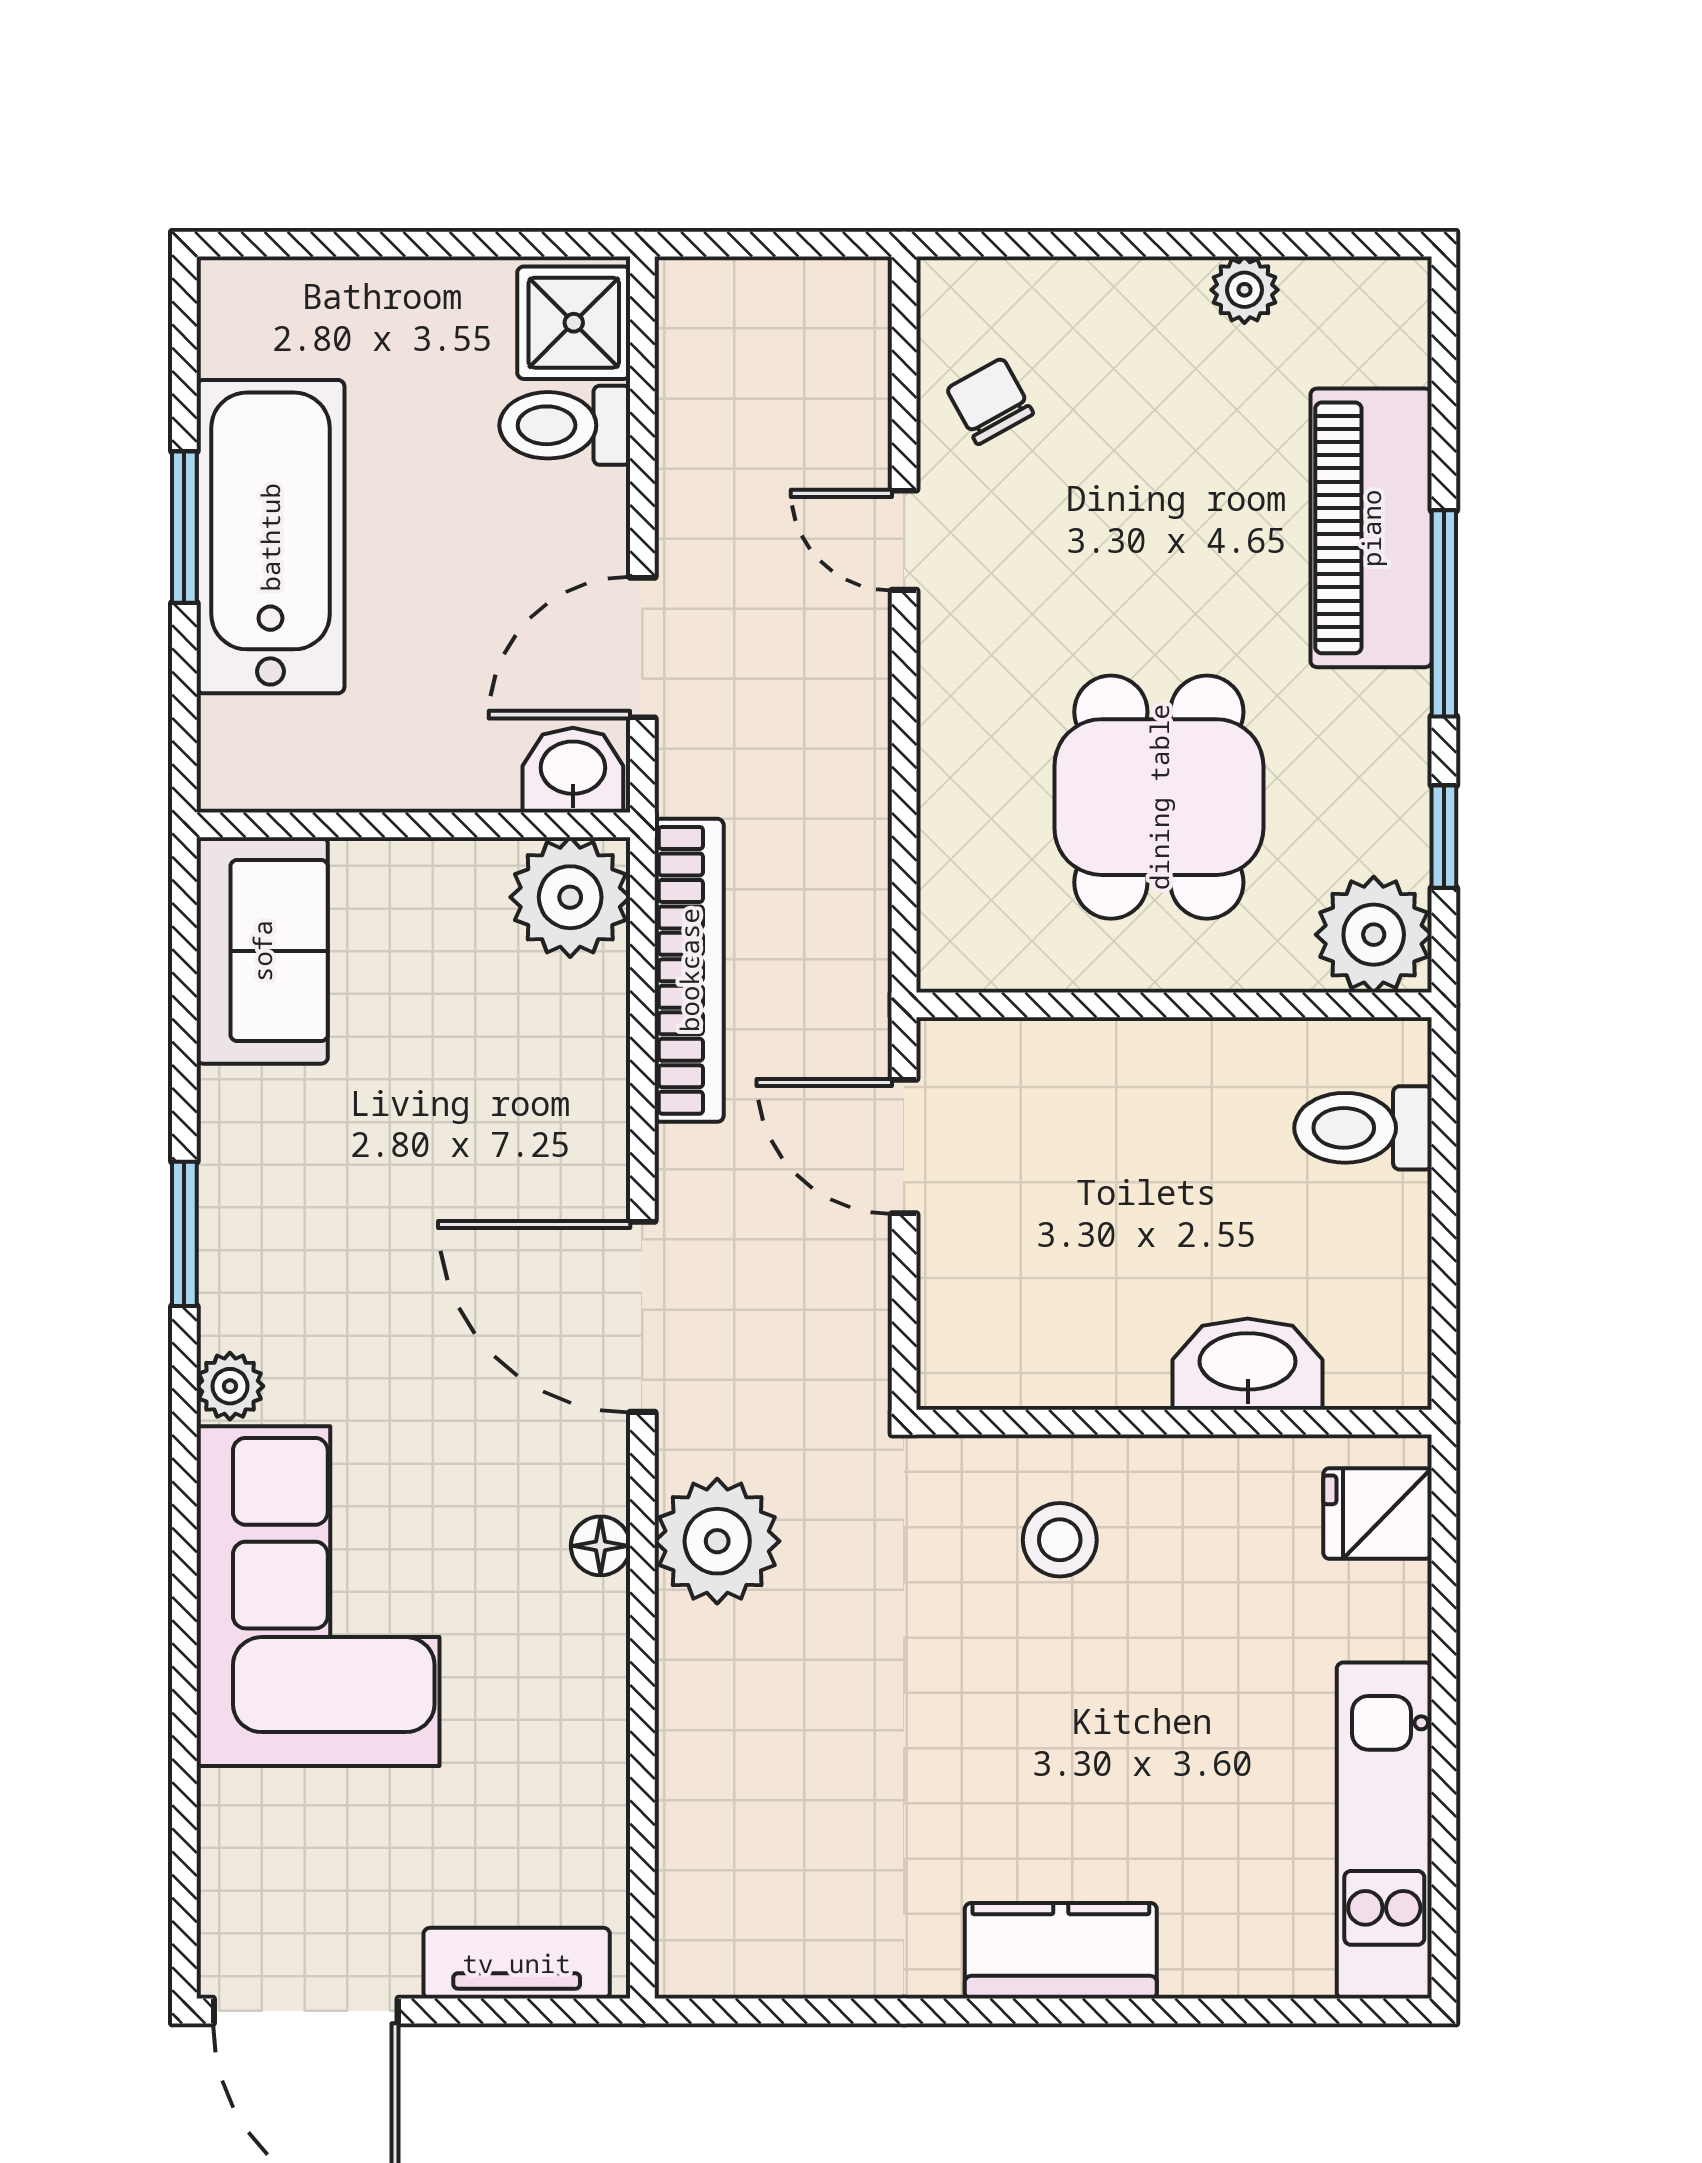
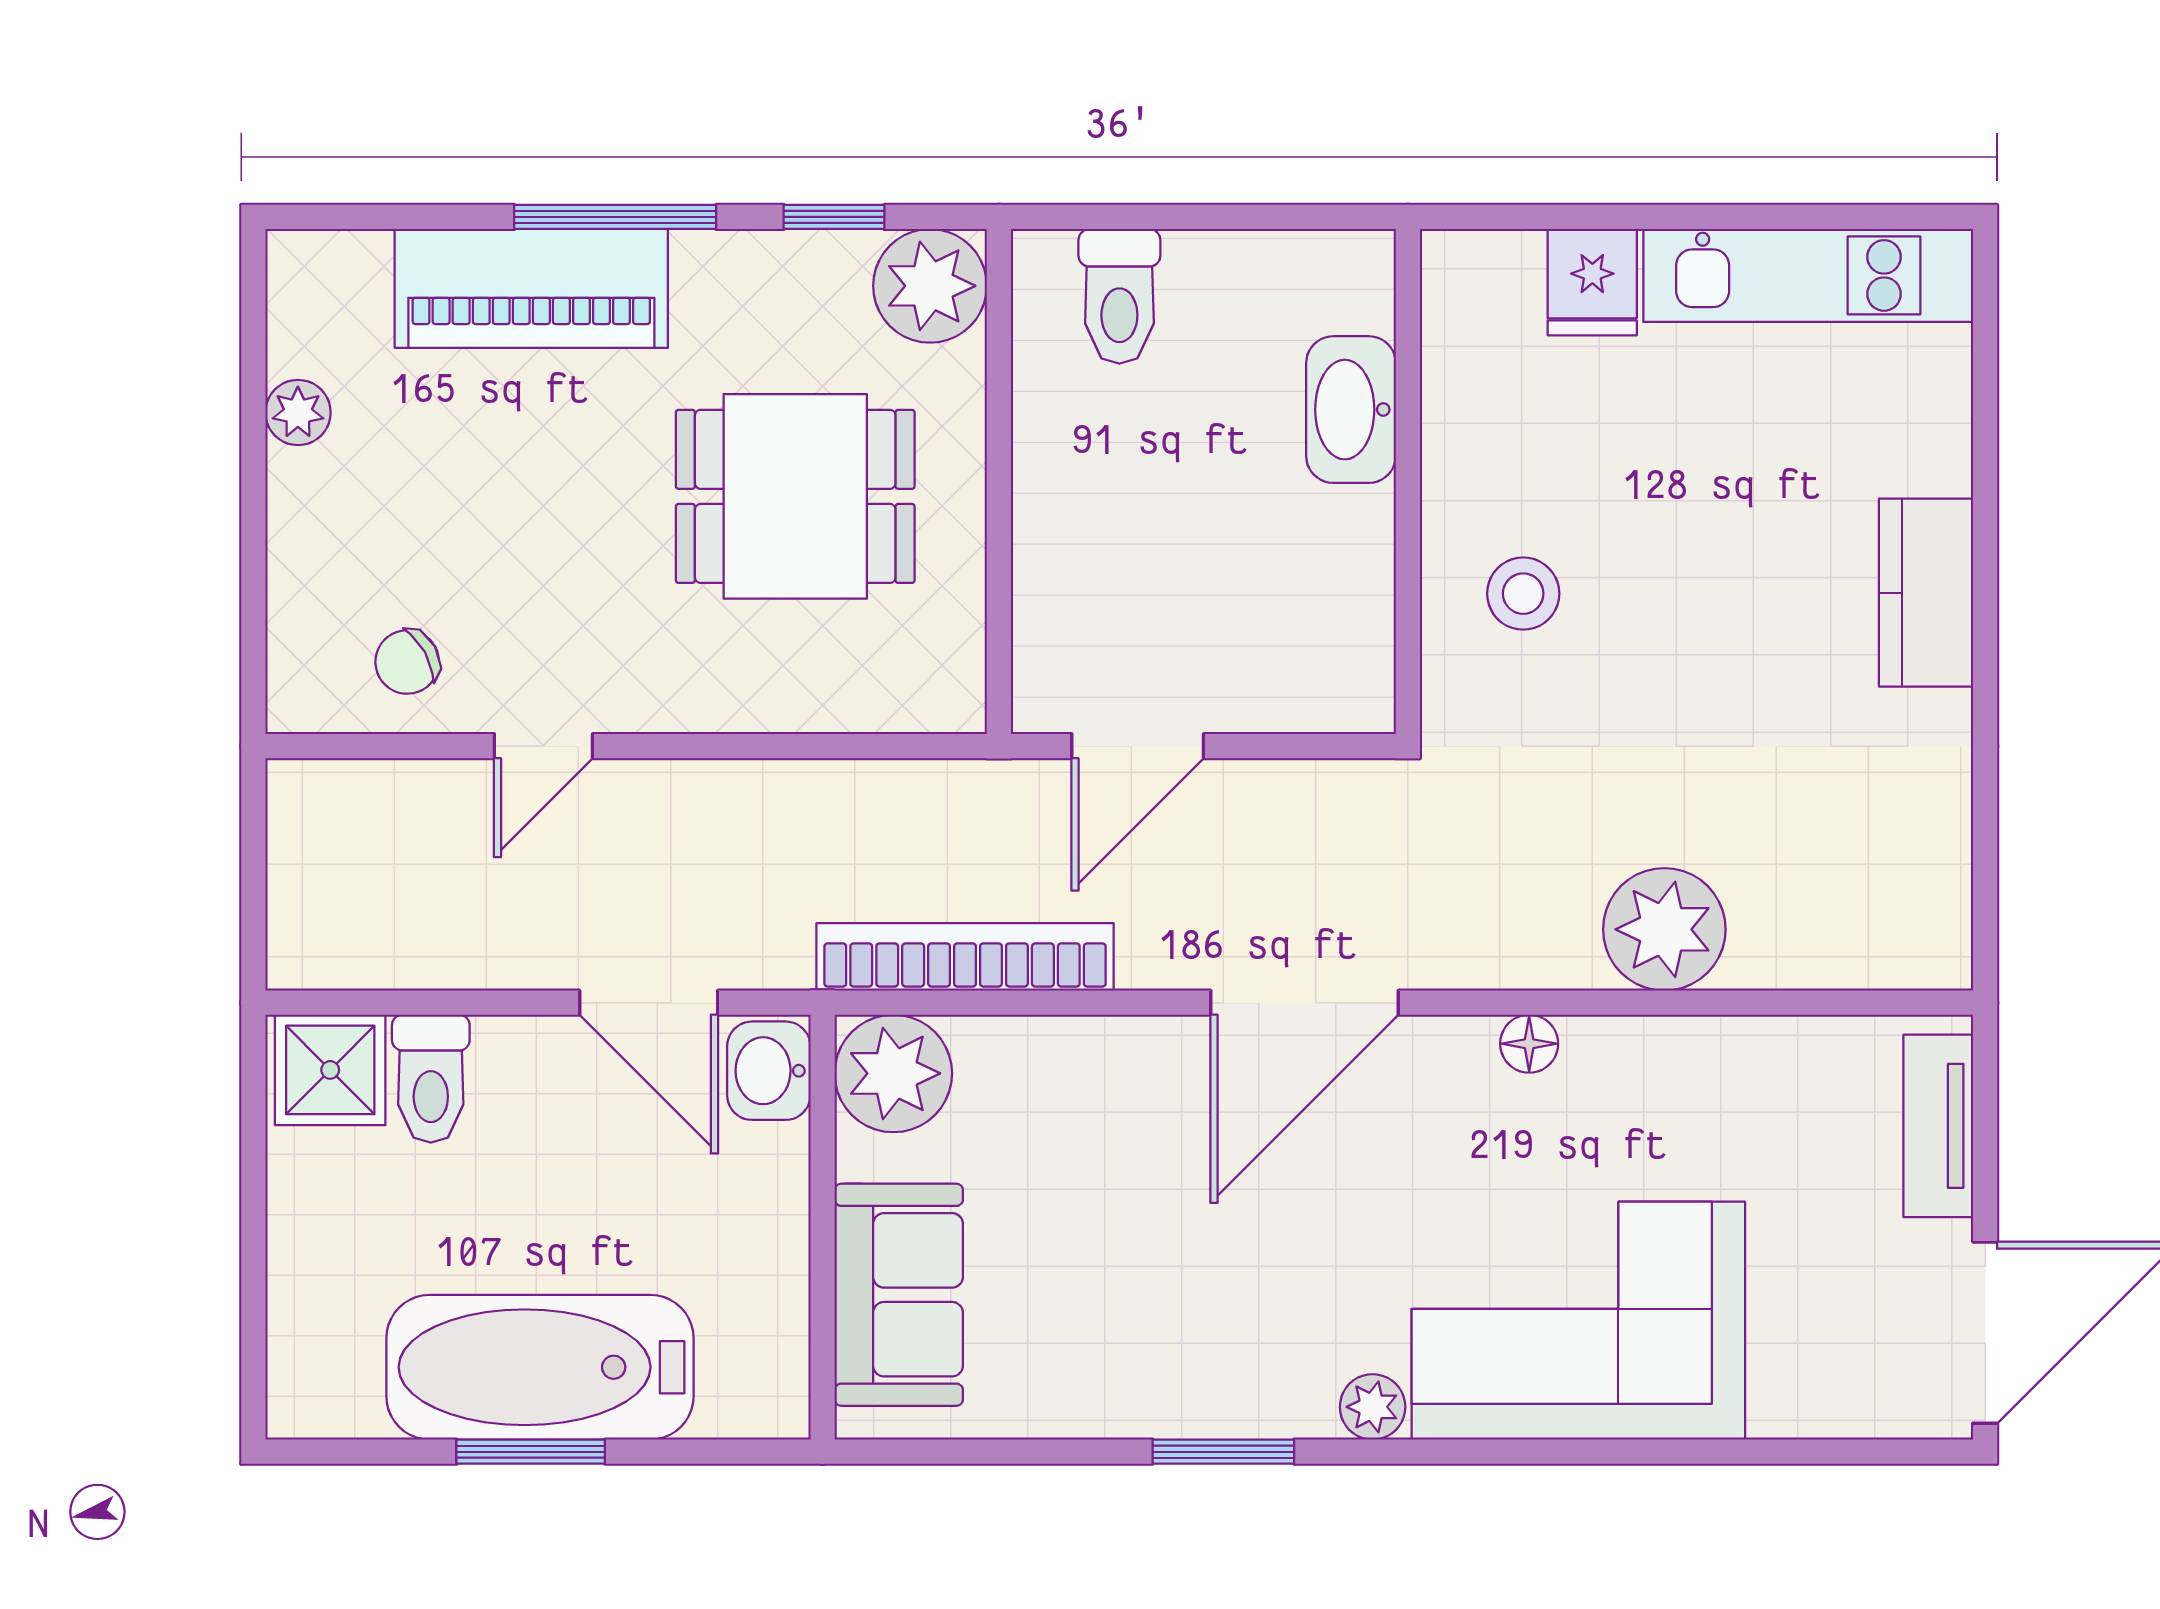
sofa: (262, 951) -> (899, 1295), moved, turned 90
fridge: (1378, 1513) -> (1592, 282), moved
plant: (717, 1541) -> (1664, 929), moved

